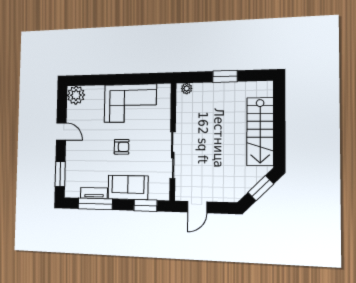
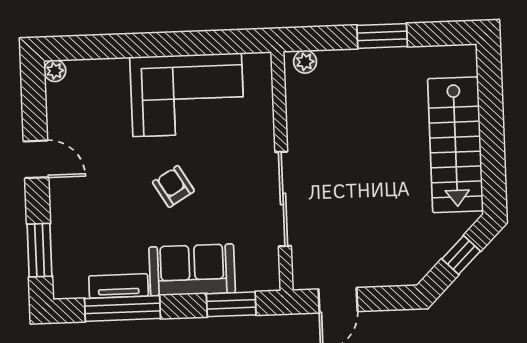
plant: (76, 95) -> (55, 71), width x0.53, depth x0.53
armchair: (122, 147) -> (173, 186), turned -121
window: (261, 188) -> (461, 255), width x0.67

